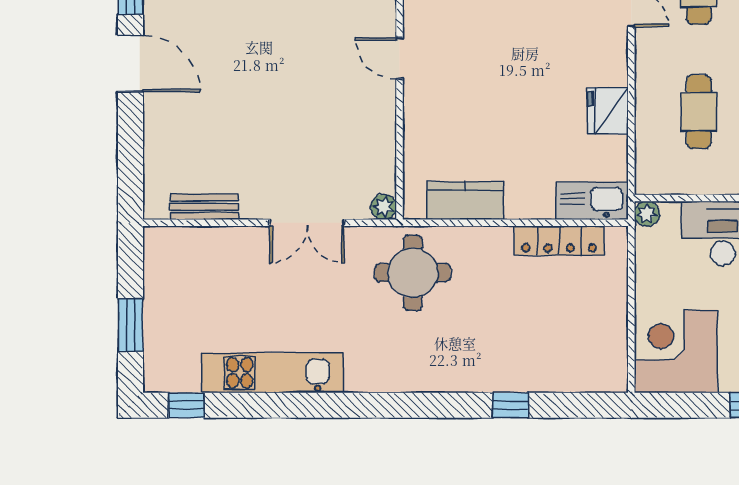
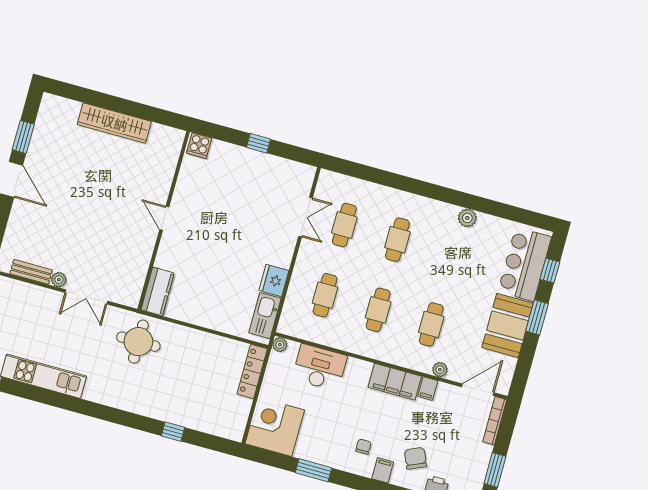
kitchen counter: (465, 201) -> (158, 291), moved, turned 90
kitchen sink: (592, 201) -> (265, 316), moved, turned -90
plant: (383, 207) -> (59, 280), moved
locker: (559, 241) -> (252, 371), moved, turned 90

